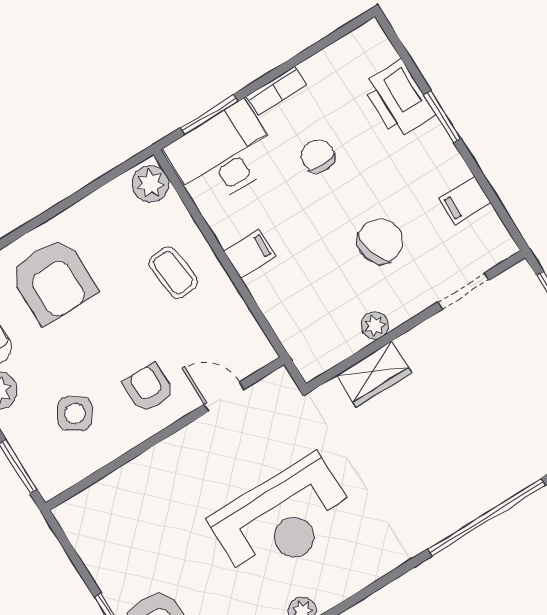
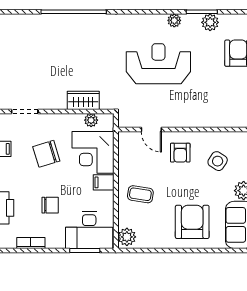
bookcase: (277, 91) -> (31, 243), moved
chair: (318, 156) -> (50, 205), turned -90
coffee table: (173, 273) -> (140, 194), turned -75
corner desk: (301, 294) -> (93, 152), added
plant: (375, 325) -> (91, 120), moved

